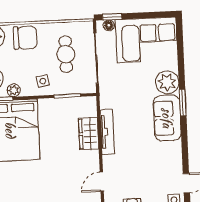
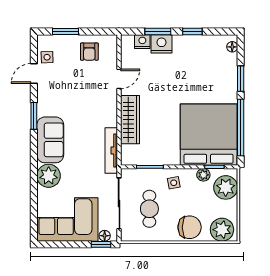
chair: (25, 38) -> (190, 227), turned 180
window: (183, 102) -> (34, 116), moved
tv unit: (107, 132) -> (111, 150), moved
wardrobe: (89, 134) -> (130, 120), width x1.50

